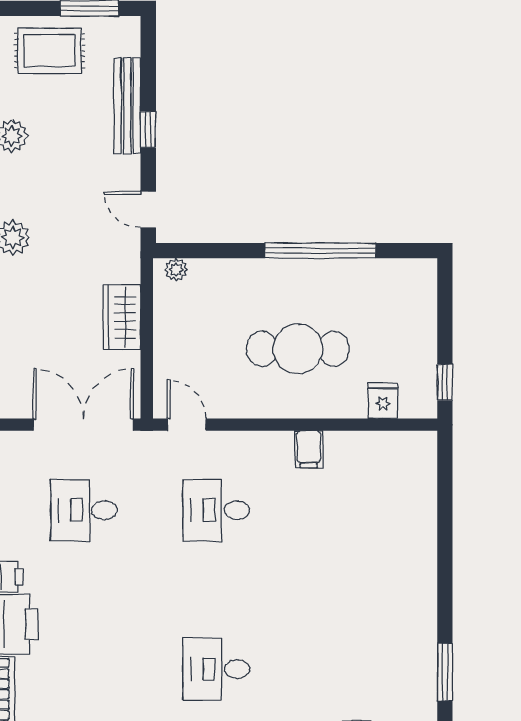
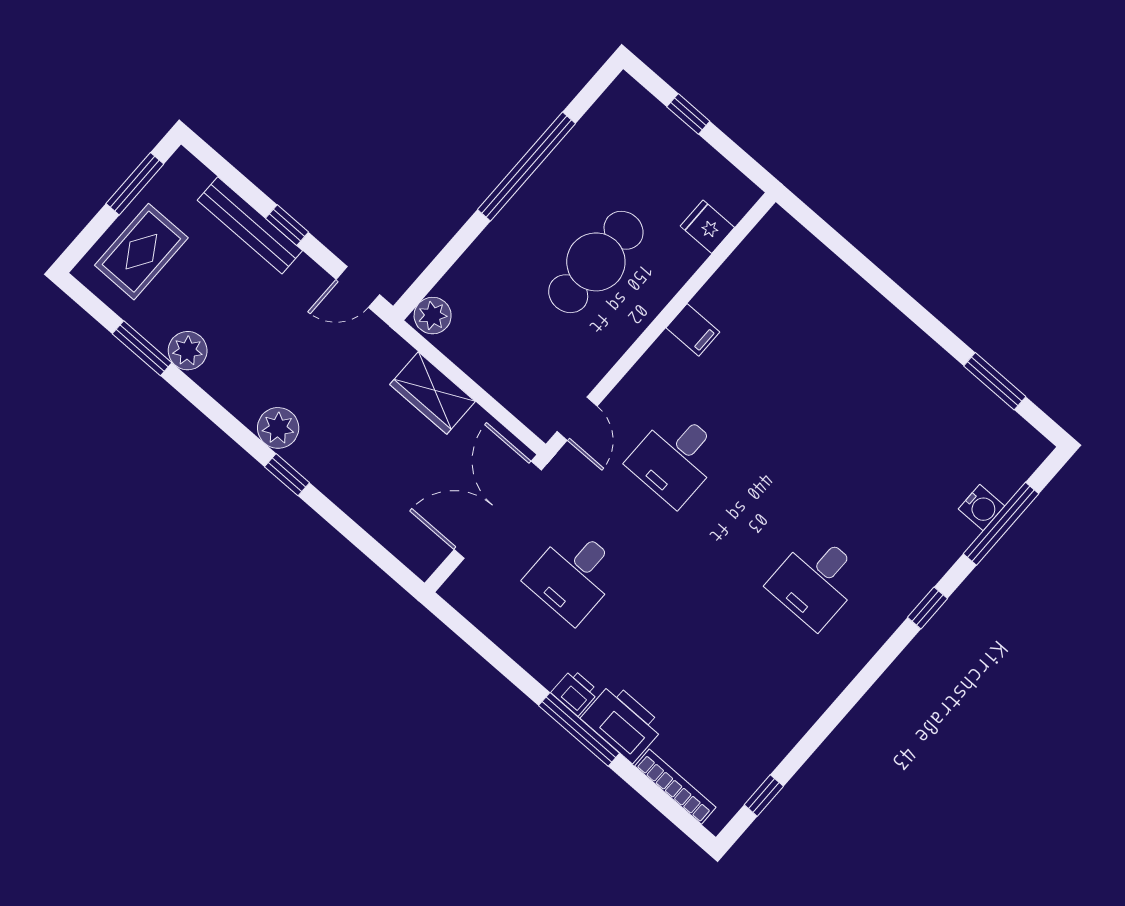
plant: (176, 270) -> (433, 316), width x1.38, depth x1.38
window: (445, 382) -> (688, 114), moved
door: (186, 425) -> (577, 419), swing flipped

